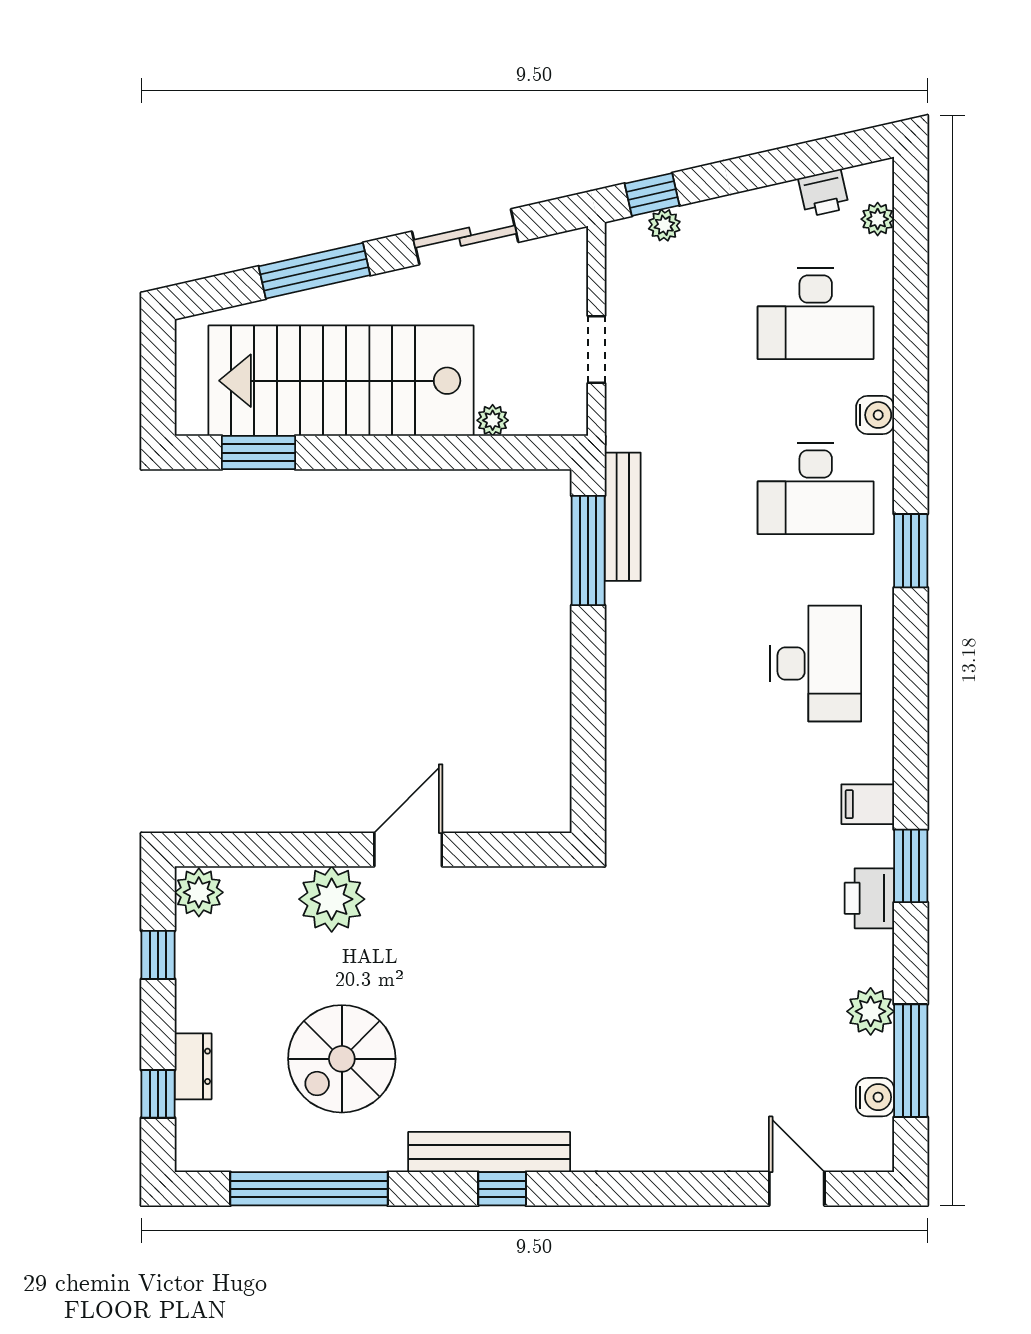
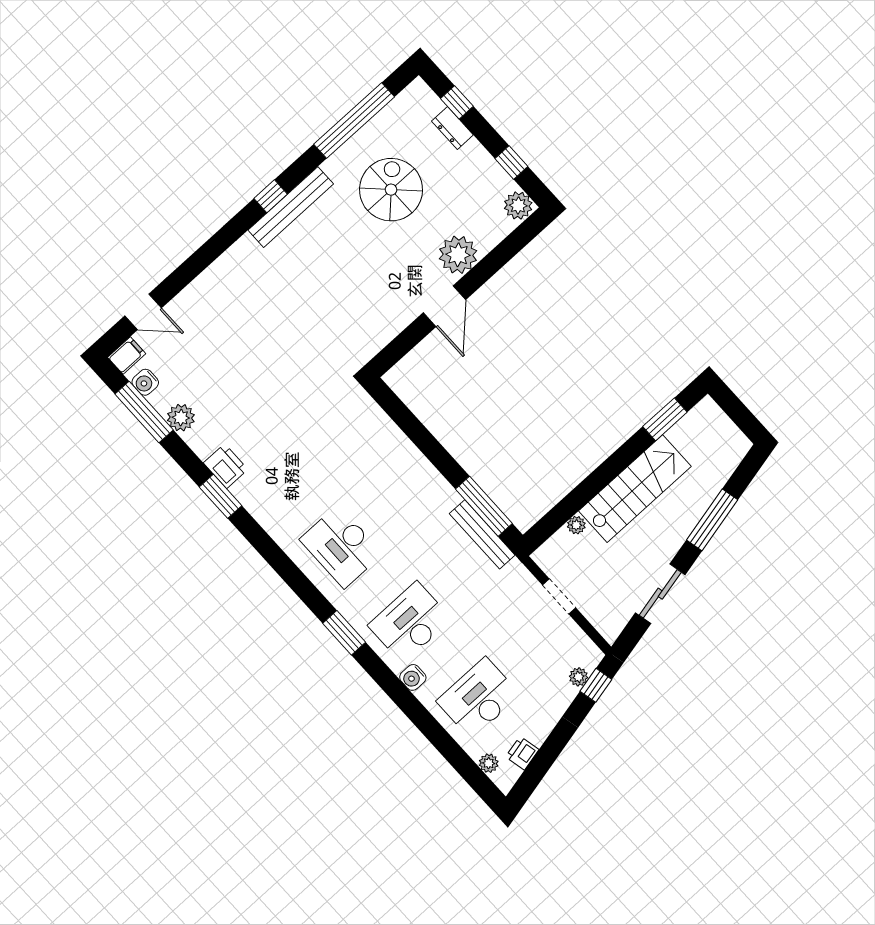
stairs: (341, 381) -> (635, 489), width x0.73, depth x0.66
filing cabinet: (868, 804) -> (127, 355), moved

